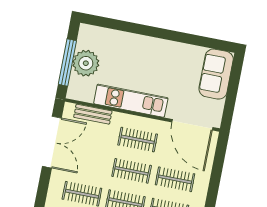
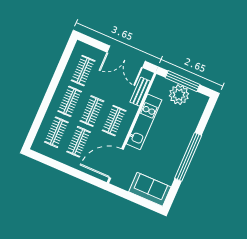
window: (163, 34) -> (188, 157), added

